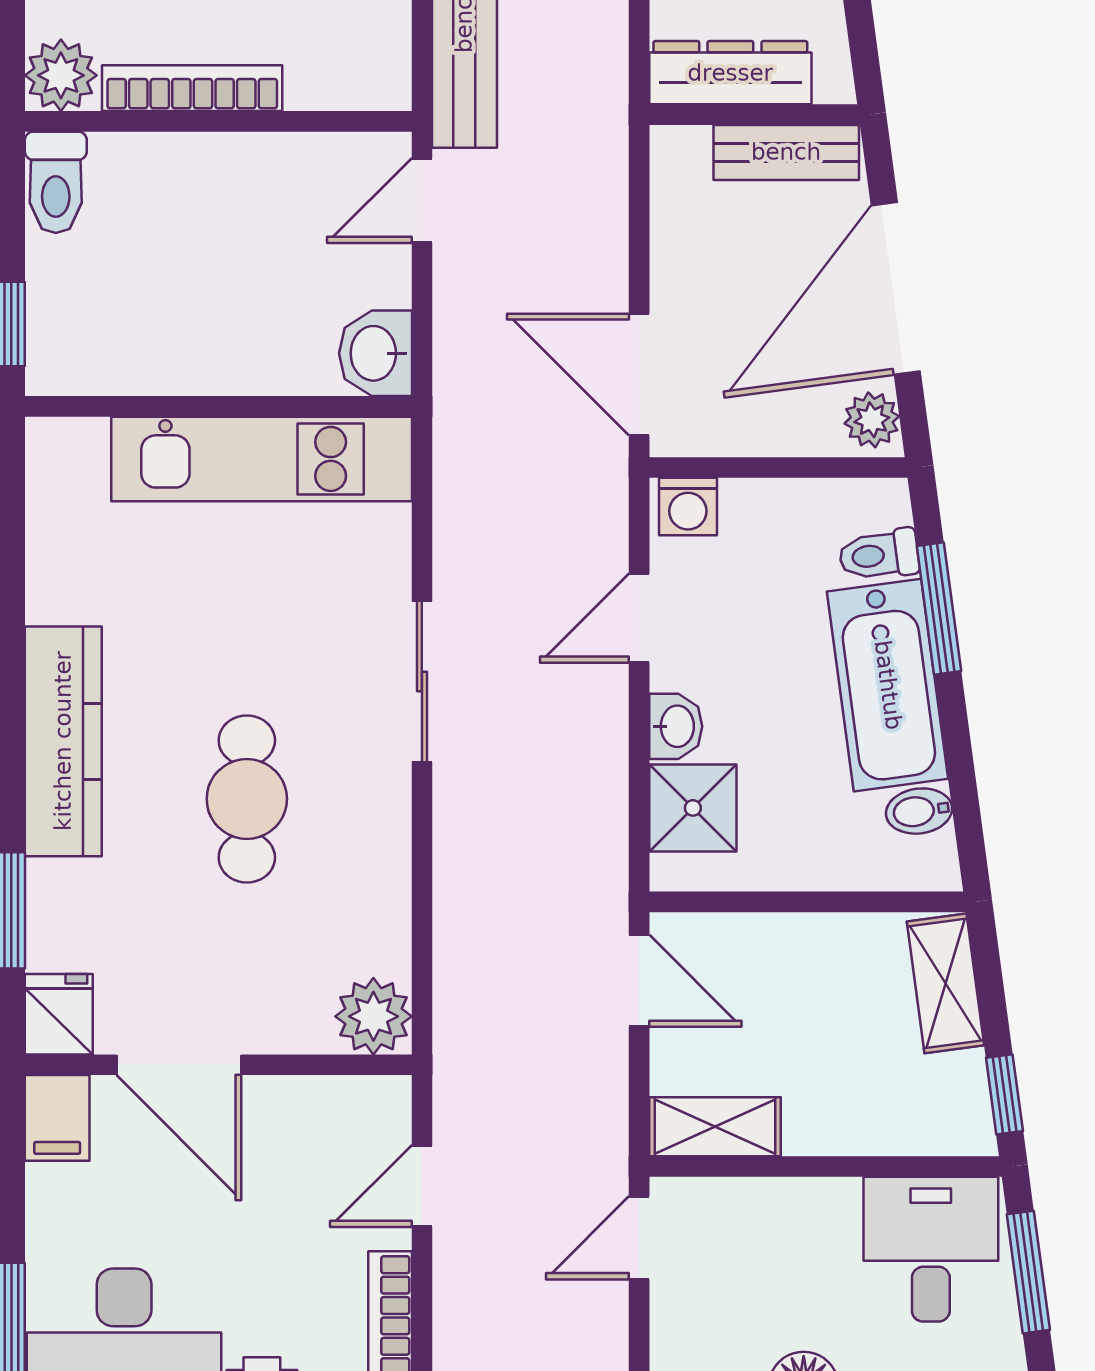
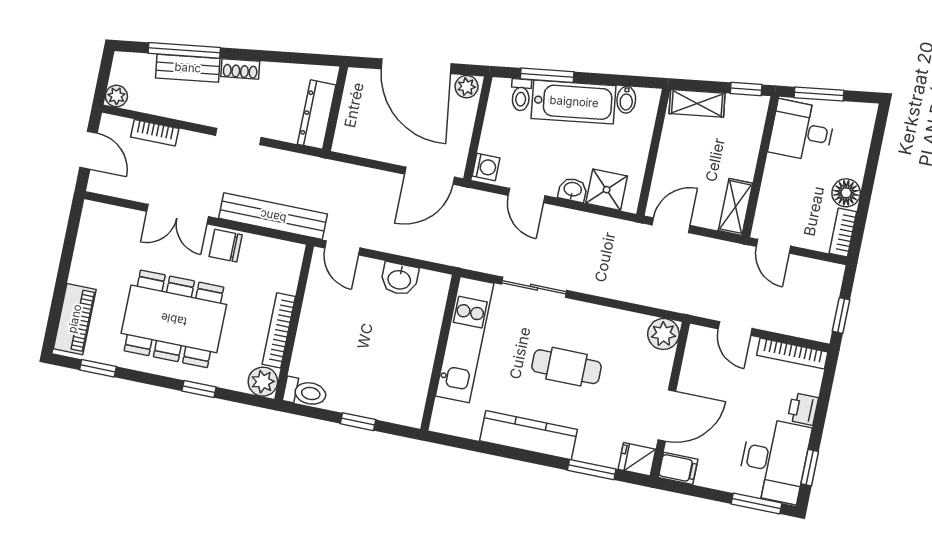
bench: (786, 152) -> (353, 99), removed
wall: (218, 406) -> (440, 353), moved
kitchen unit: (262, 459) -> (465, 340), moved

